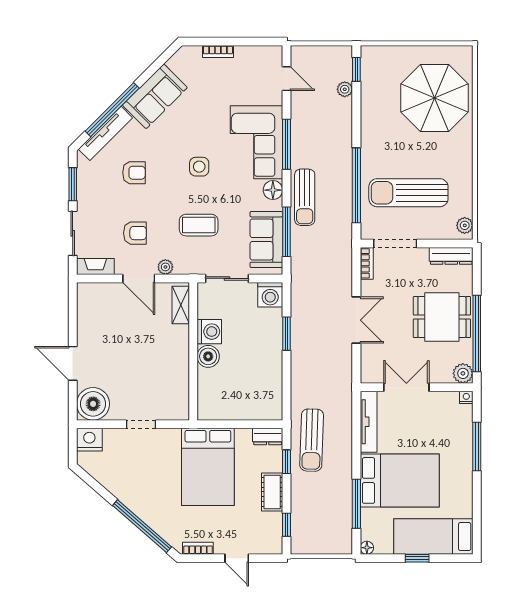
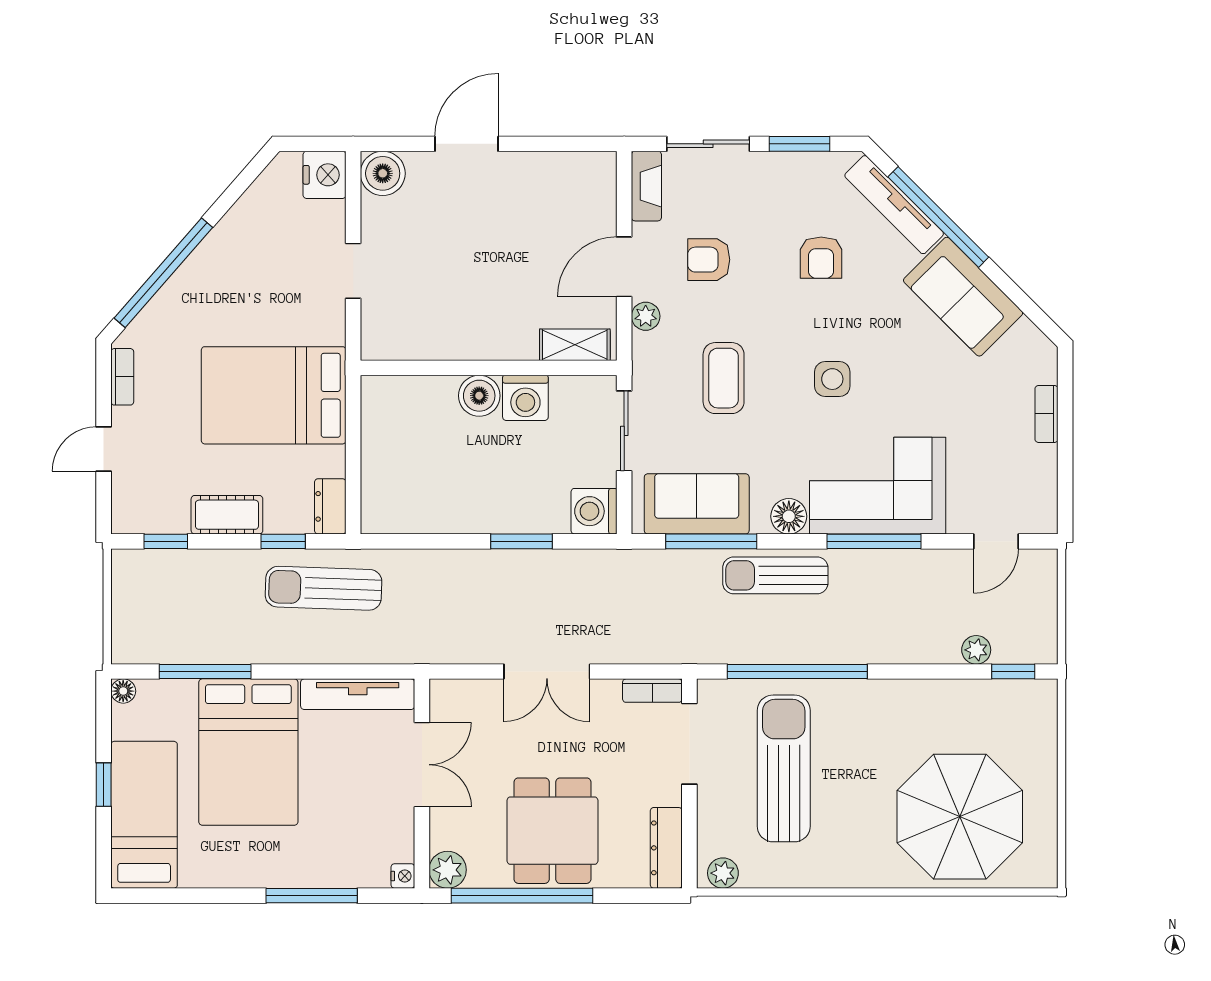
armchair: (135, 233) -> (709, 260), turned 90
boiler: (93, 404) -> (383, 173), width x0.73, depth x0.73

